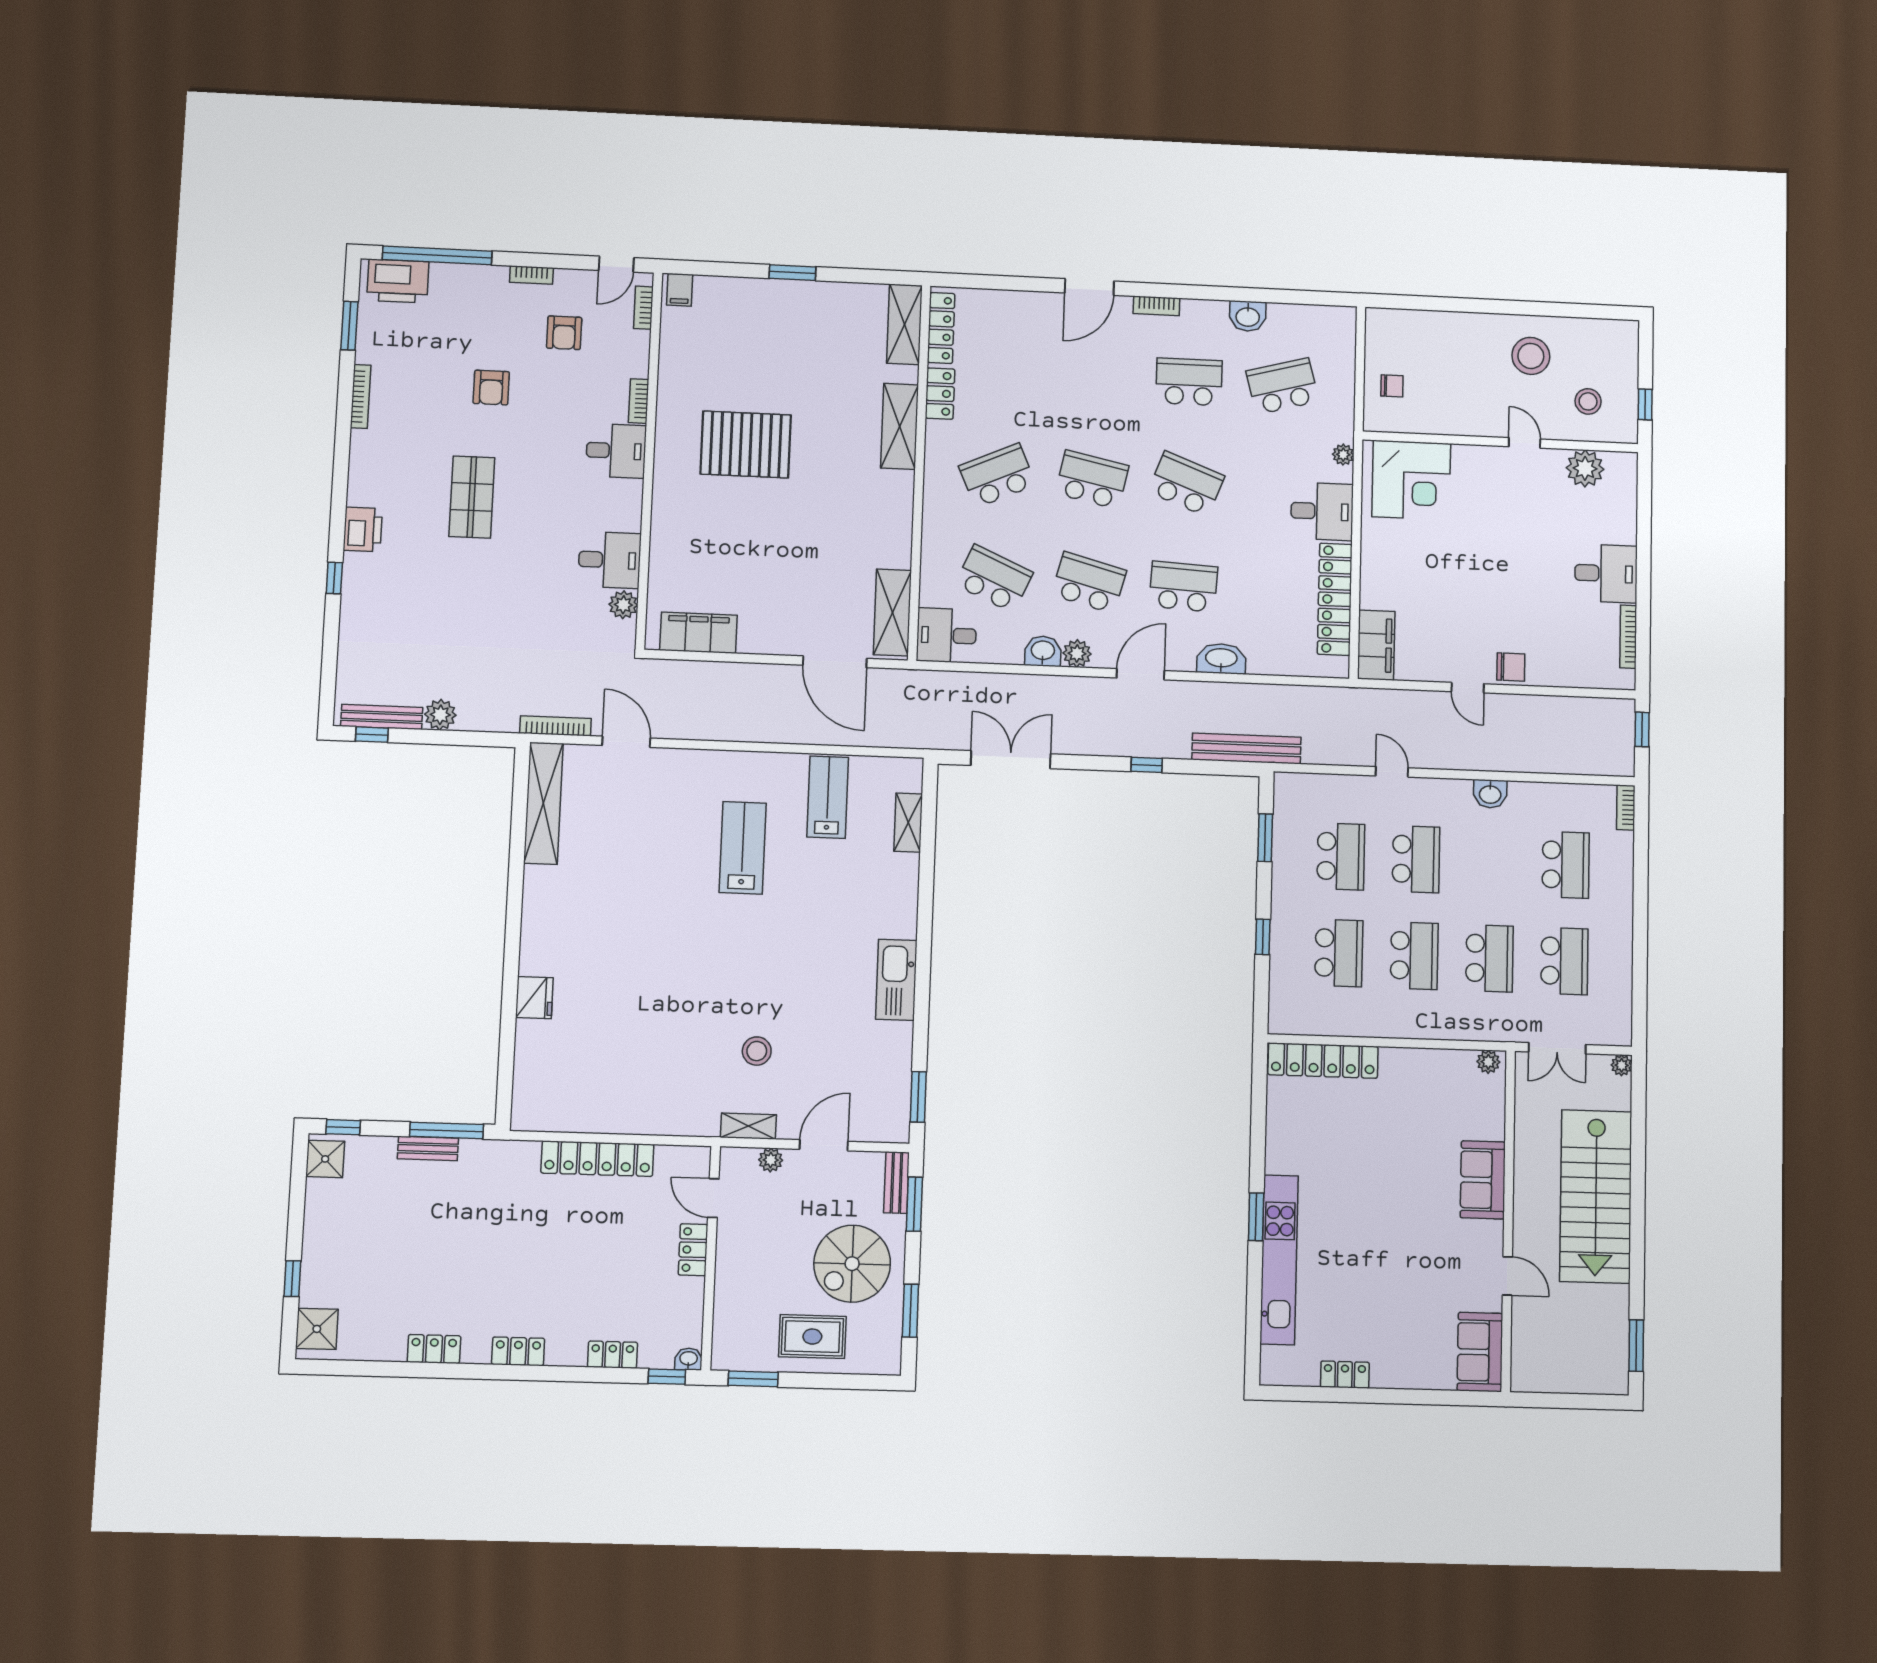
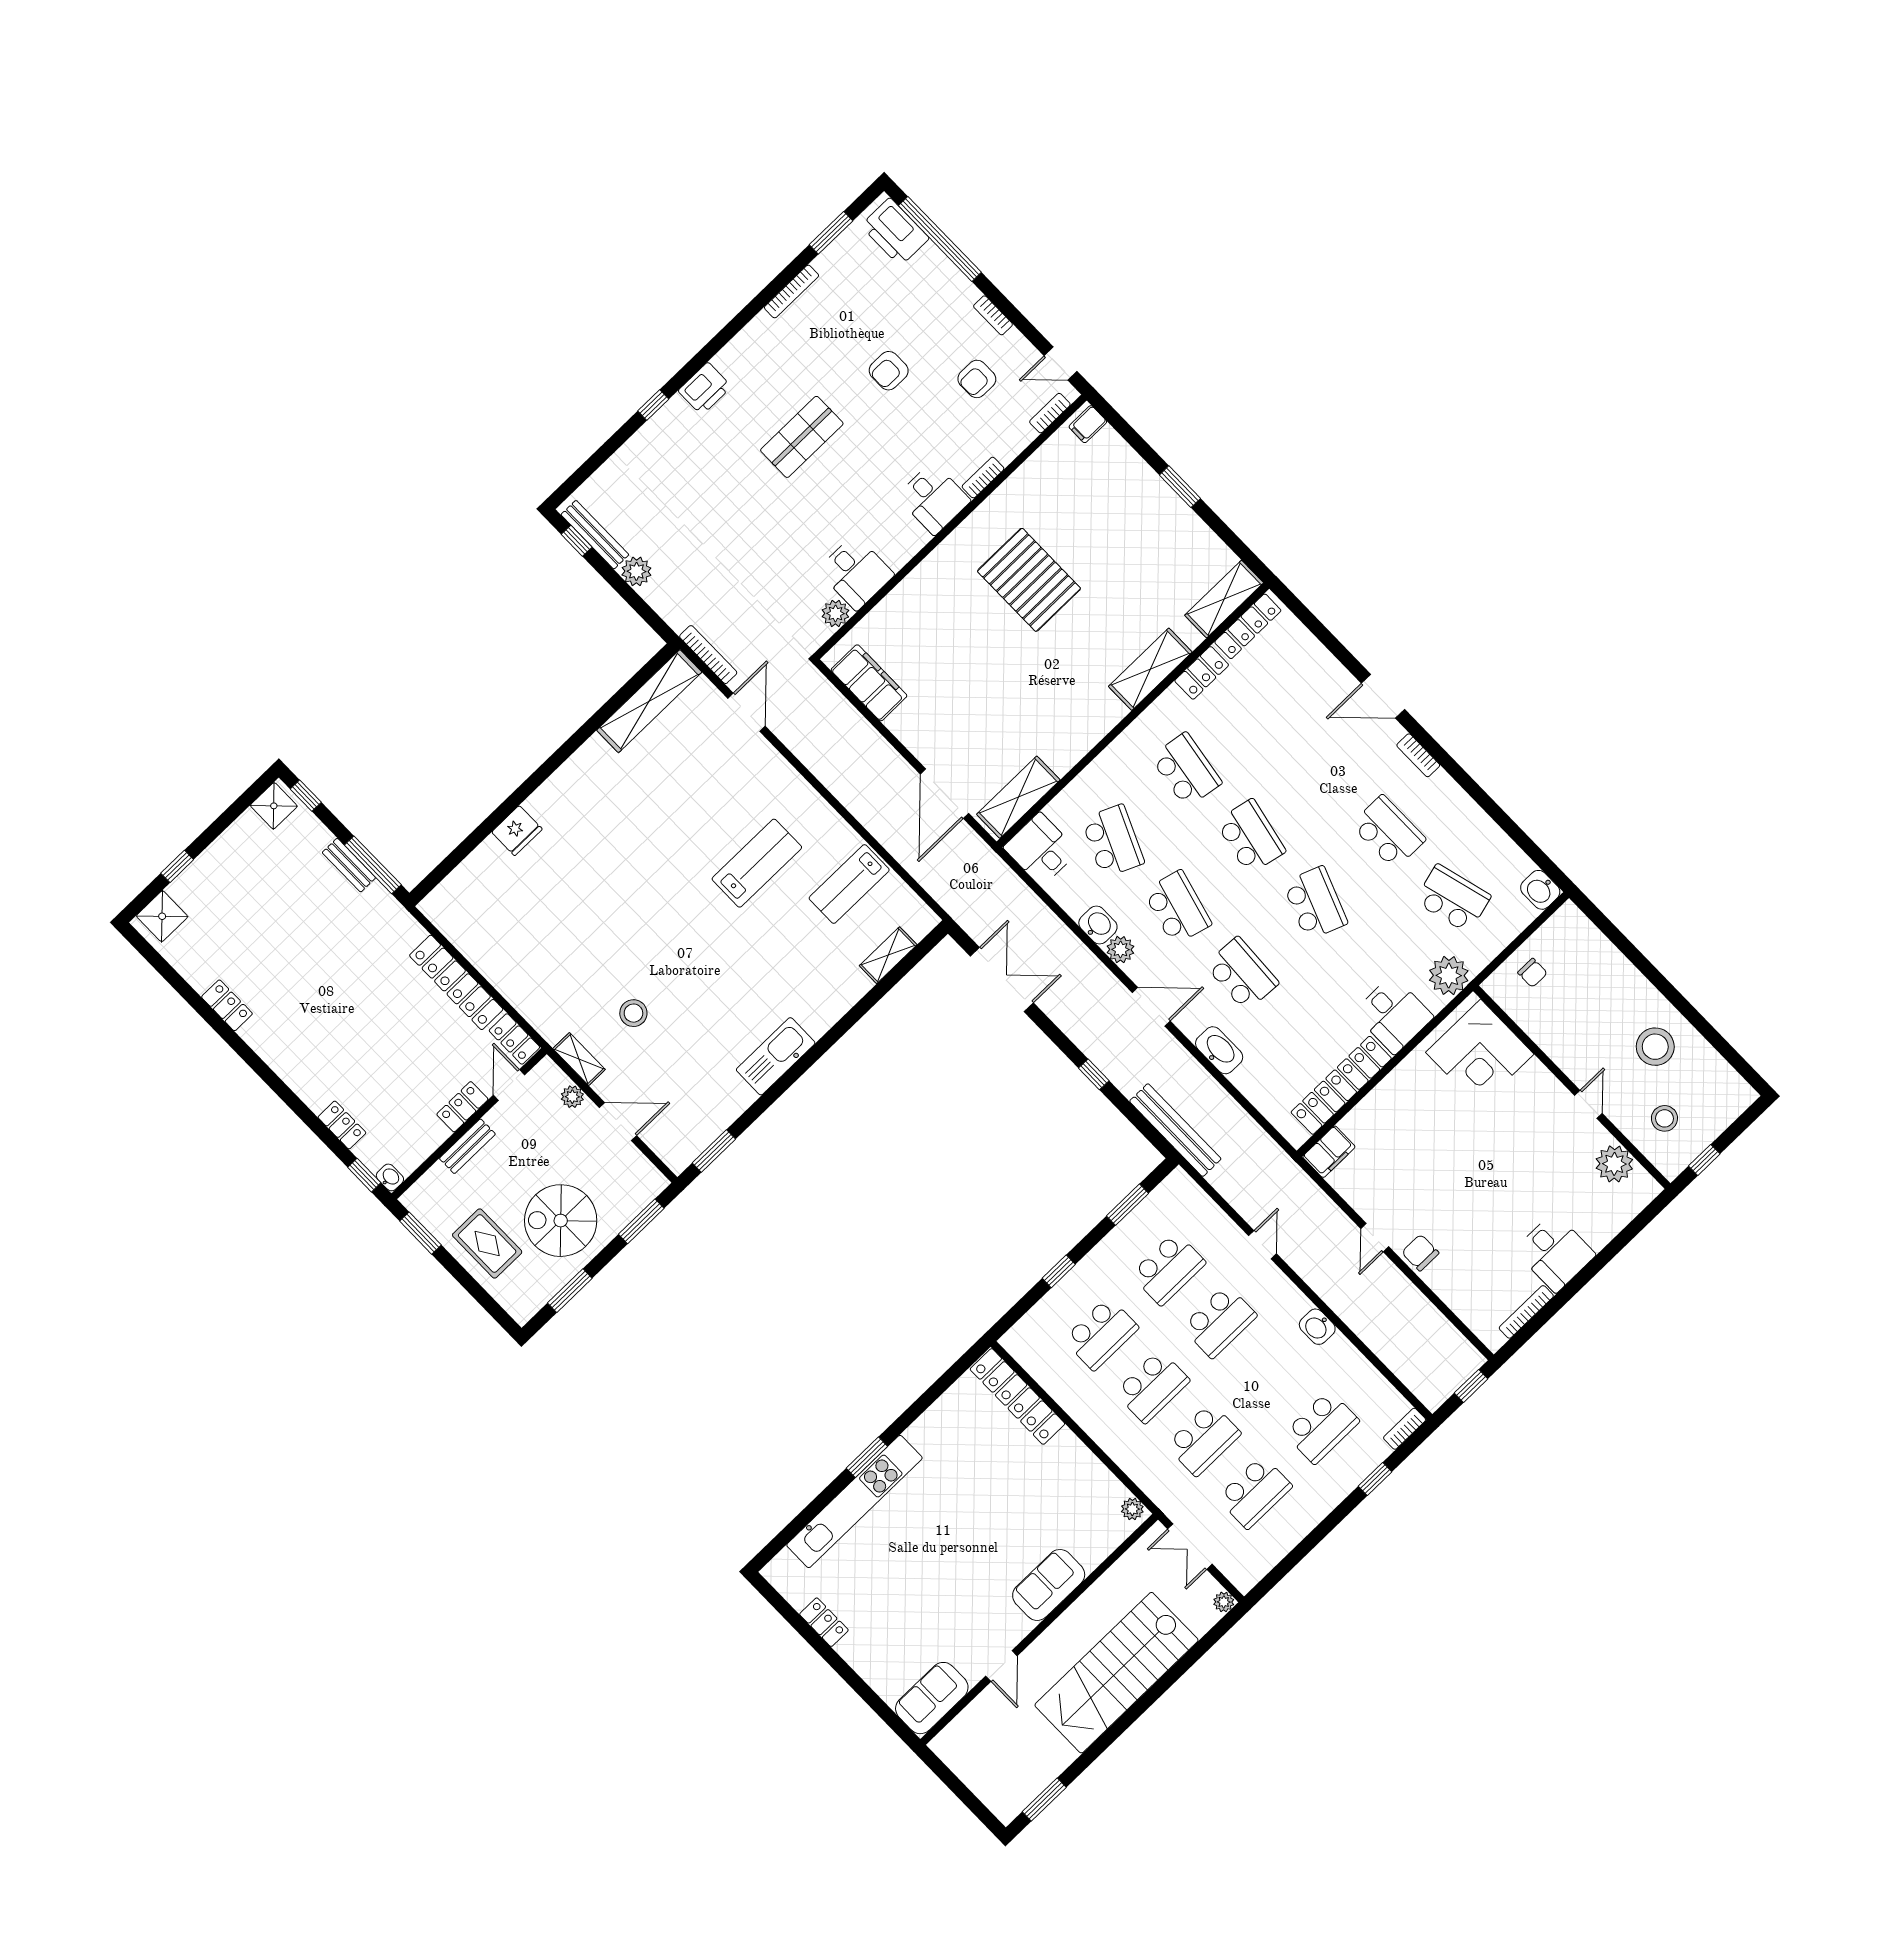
washbasin: (1248, 316) -> (1540, 890), moved
plant: (1343, 455) -> (1449, 975), width x1.87, depth x1.87
school desk: (997, 475) -> (1186, 770), turned 33
filing cabinet: (1376, 645) -> (1329, 1152), width x0.67, depth x0.86
chair: (1511, 667) -> (1420, 1253), turned 180
lab bench: (828, 797) -> (849, 884), turned 180
window: (1641, 866) -> (1375, 1479), added
bench: (896, 1183) -> (467, 1146), moved
locker: (518, 1351) -> (514, 1039), moved, turned 180

